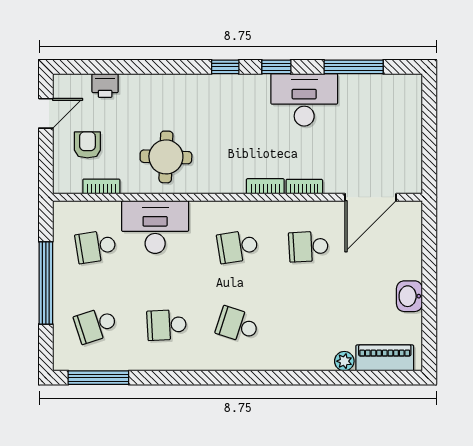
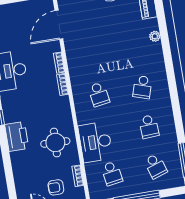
printer: (105, 86) -> (17, 136), moved, width x1.87, depth x1.48
door: (371, 197) -> (59, 25), swing flipped
school desk: (308, 247) -> (92, 55), removed
plant: (344, 361) -> (155, 36), moved

